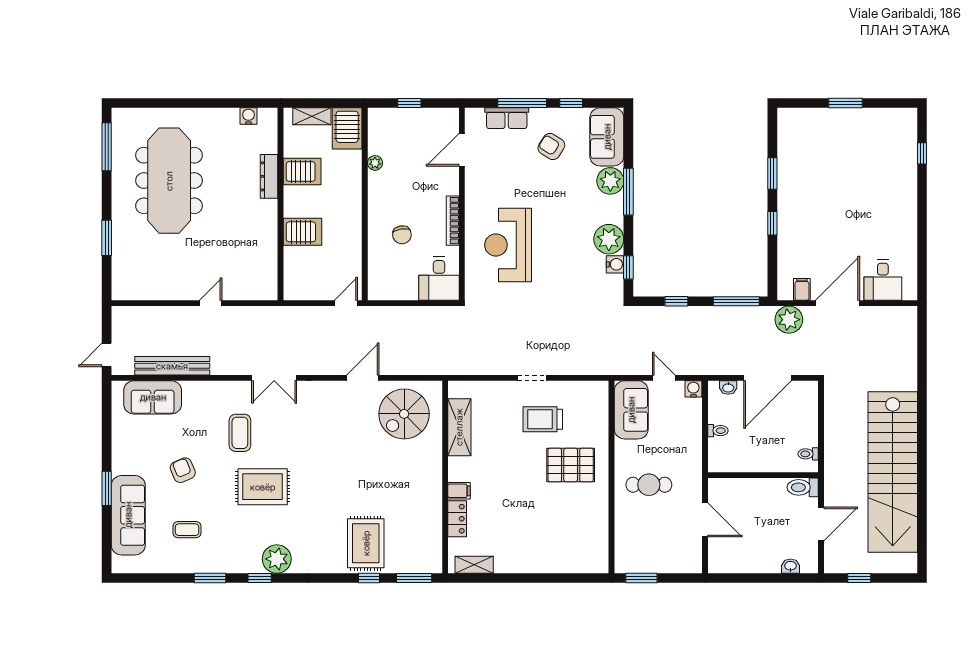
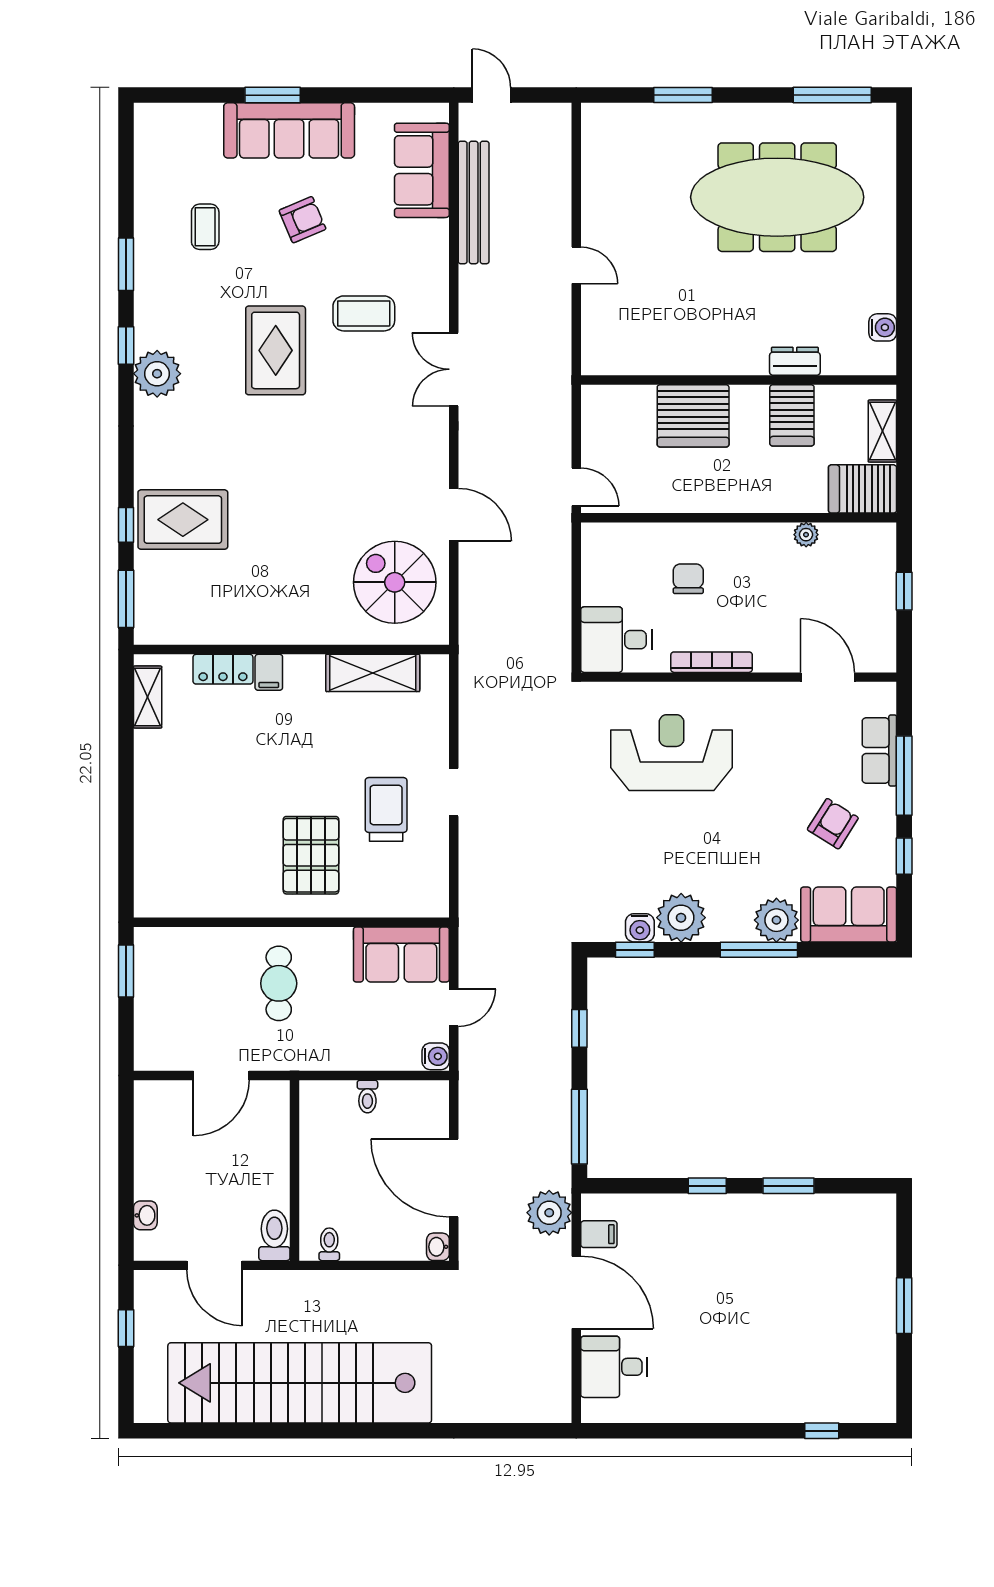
dresser: (269, 176) -> (795, 361), width x0.70
server rack: (302, 232) -> (693, 416), width x1.60
chair: (402, 235) -> (688, 579), turned 99
washbasin: (728, 388) -> (438, 1247), moved
sofa: (128, 515) -> (289, 130), moved

